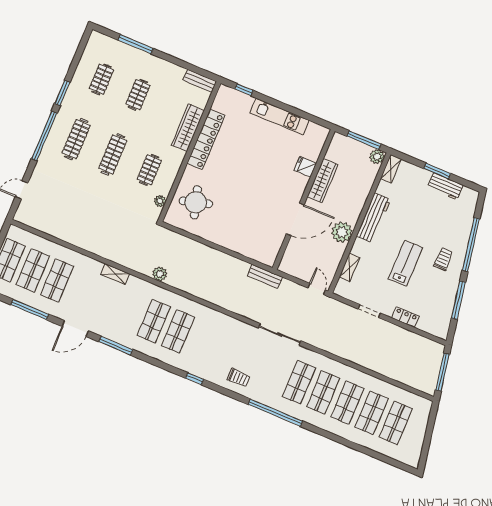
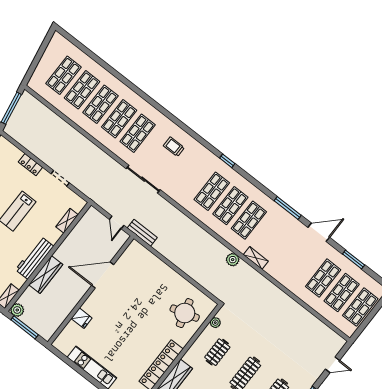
wardrobe: (323, 181) -> (46, 275), moved, turned 180
plant: (342, 232) -> (65, 253), removed
shelving: (115, 274) -> (256, 258), moved
door: (317, 289) -> (117, 222), moved
window: (30, 309) -> (354, 259), width x0.69
shop shelf: (202, 342) -> (212, 191), added
trolley: (239, 378) -> (174, 147), moved
window: (275, 413) -> (165, 112), removed

